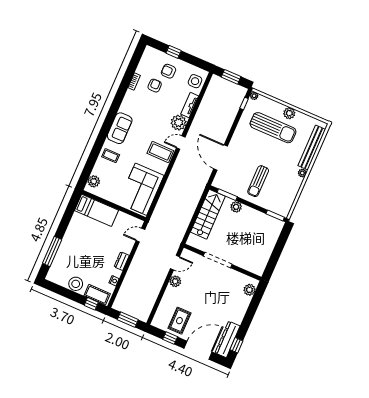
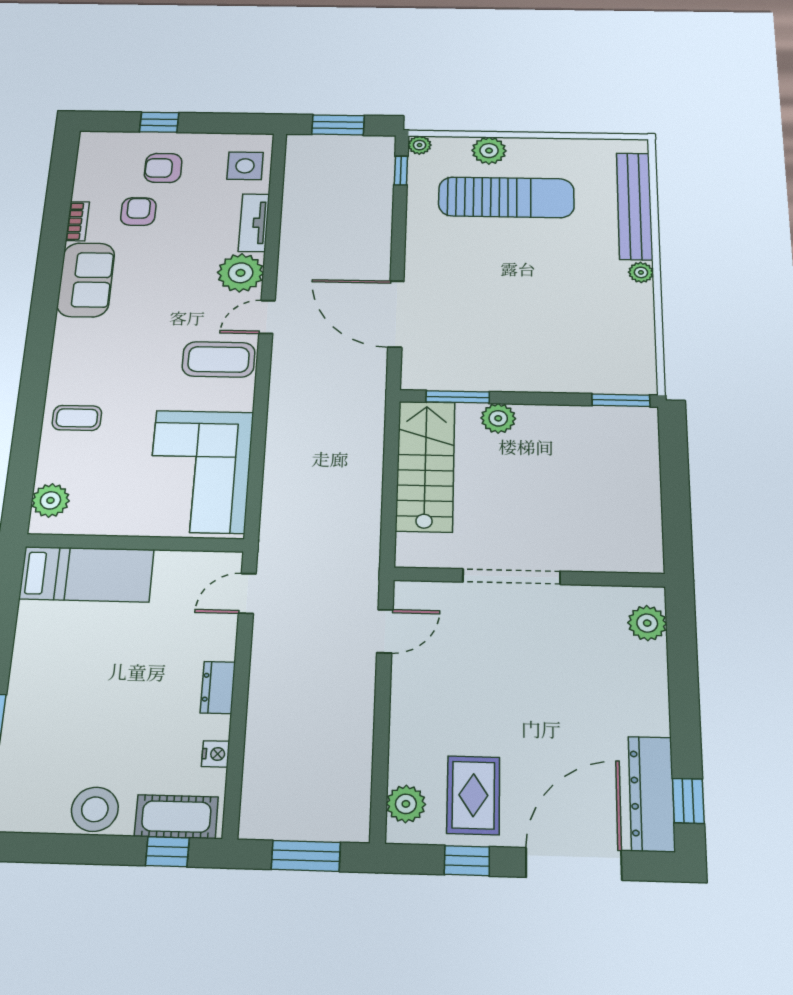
plant: (289, 113) -> (489, 151), moved
sofa: (120, 128) -> (86, 280), moved
sun lounger: (258, 181) -> (529, 334), removed
plant: (175, 281) -> (406, 804), moved

